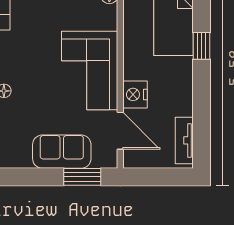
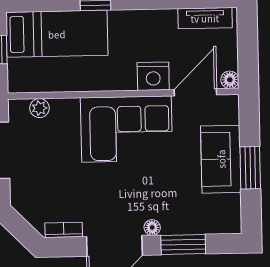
floor lamp: (130, 161) -> (230, 80), added
window: (82, 177) -> (250, 168), moved

